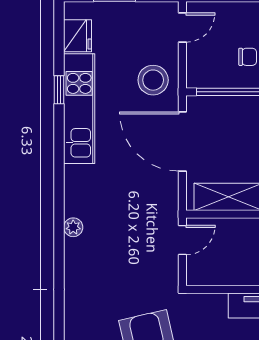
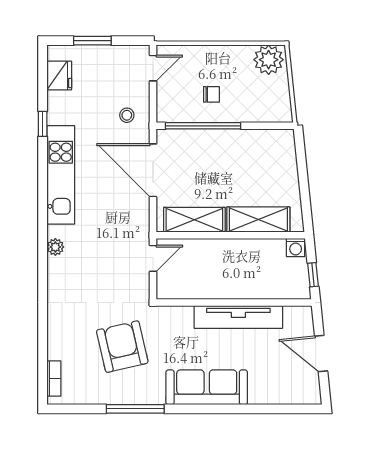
stool: (153, 80) -> (127, 115), width x0.53, depth x0.53
kitchen unit: (79, 109) -> (61, 175), moved

